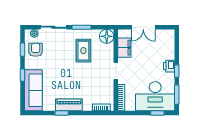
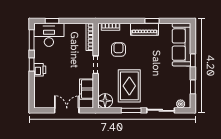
armchair: (36, 50) -> (118, 50), moved, turned 180
rug: (83, 51) -> (129, 86), width x1.36, depth x1.43
desk: (155, 96) -> (49, 35), width x0.73, depth x0.77

